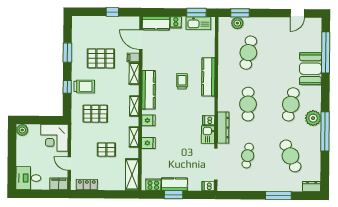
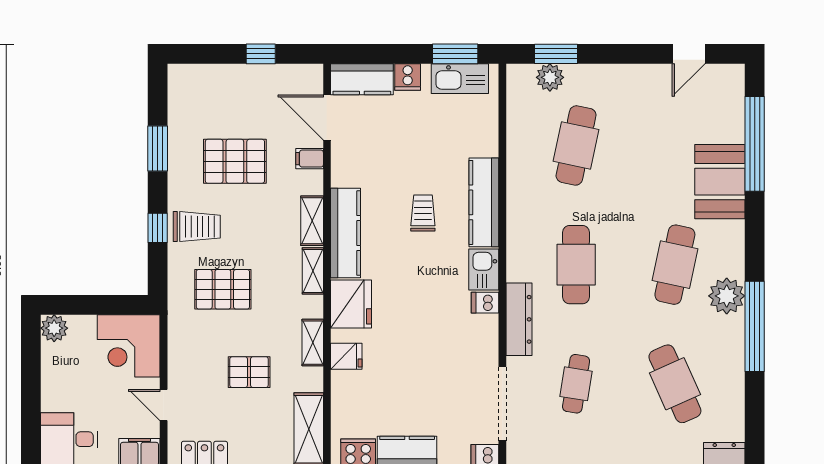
shelving: (134, 74) -> (312, 221), moved
fridge: (148, 120) -> (351, 304), width x1.88, depth x1.34
kitchen sink: (208, 135) -> (484, 269), moved

